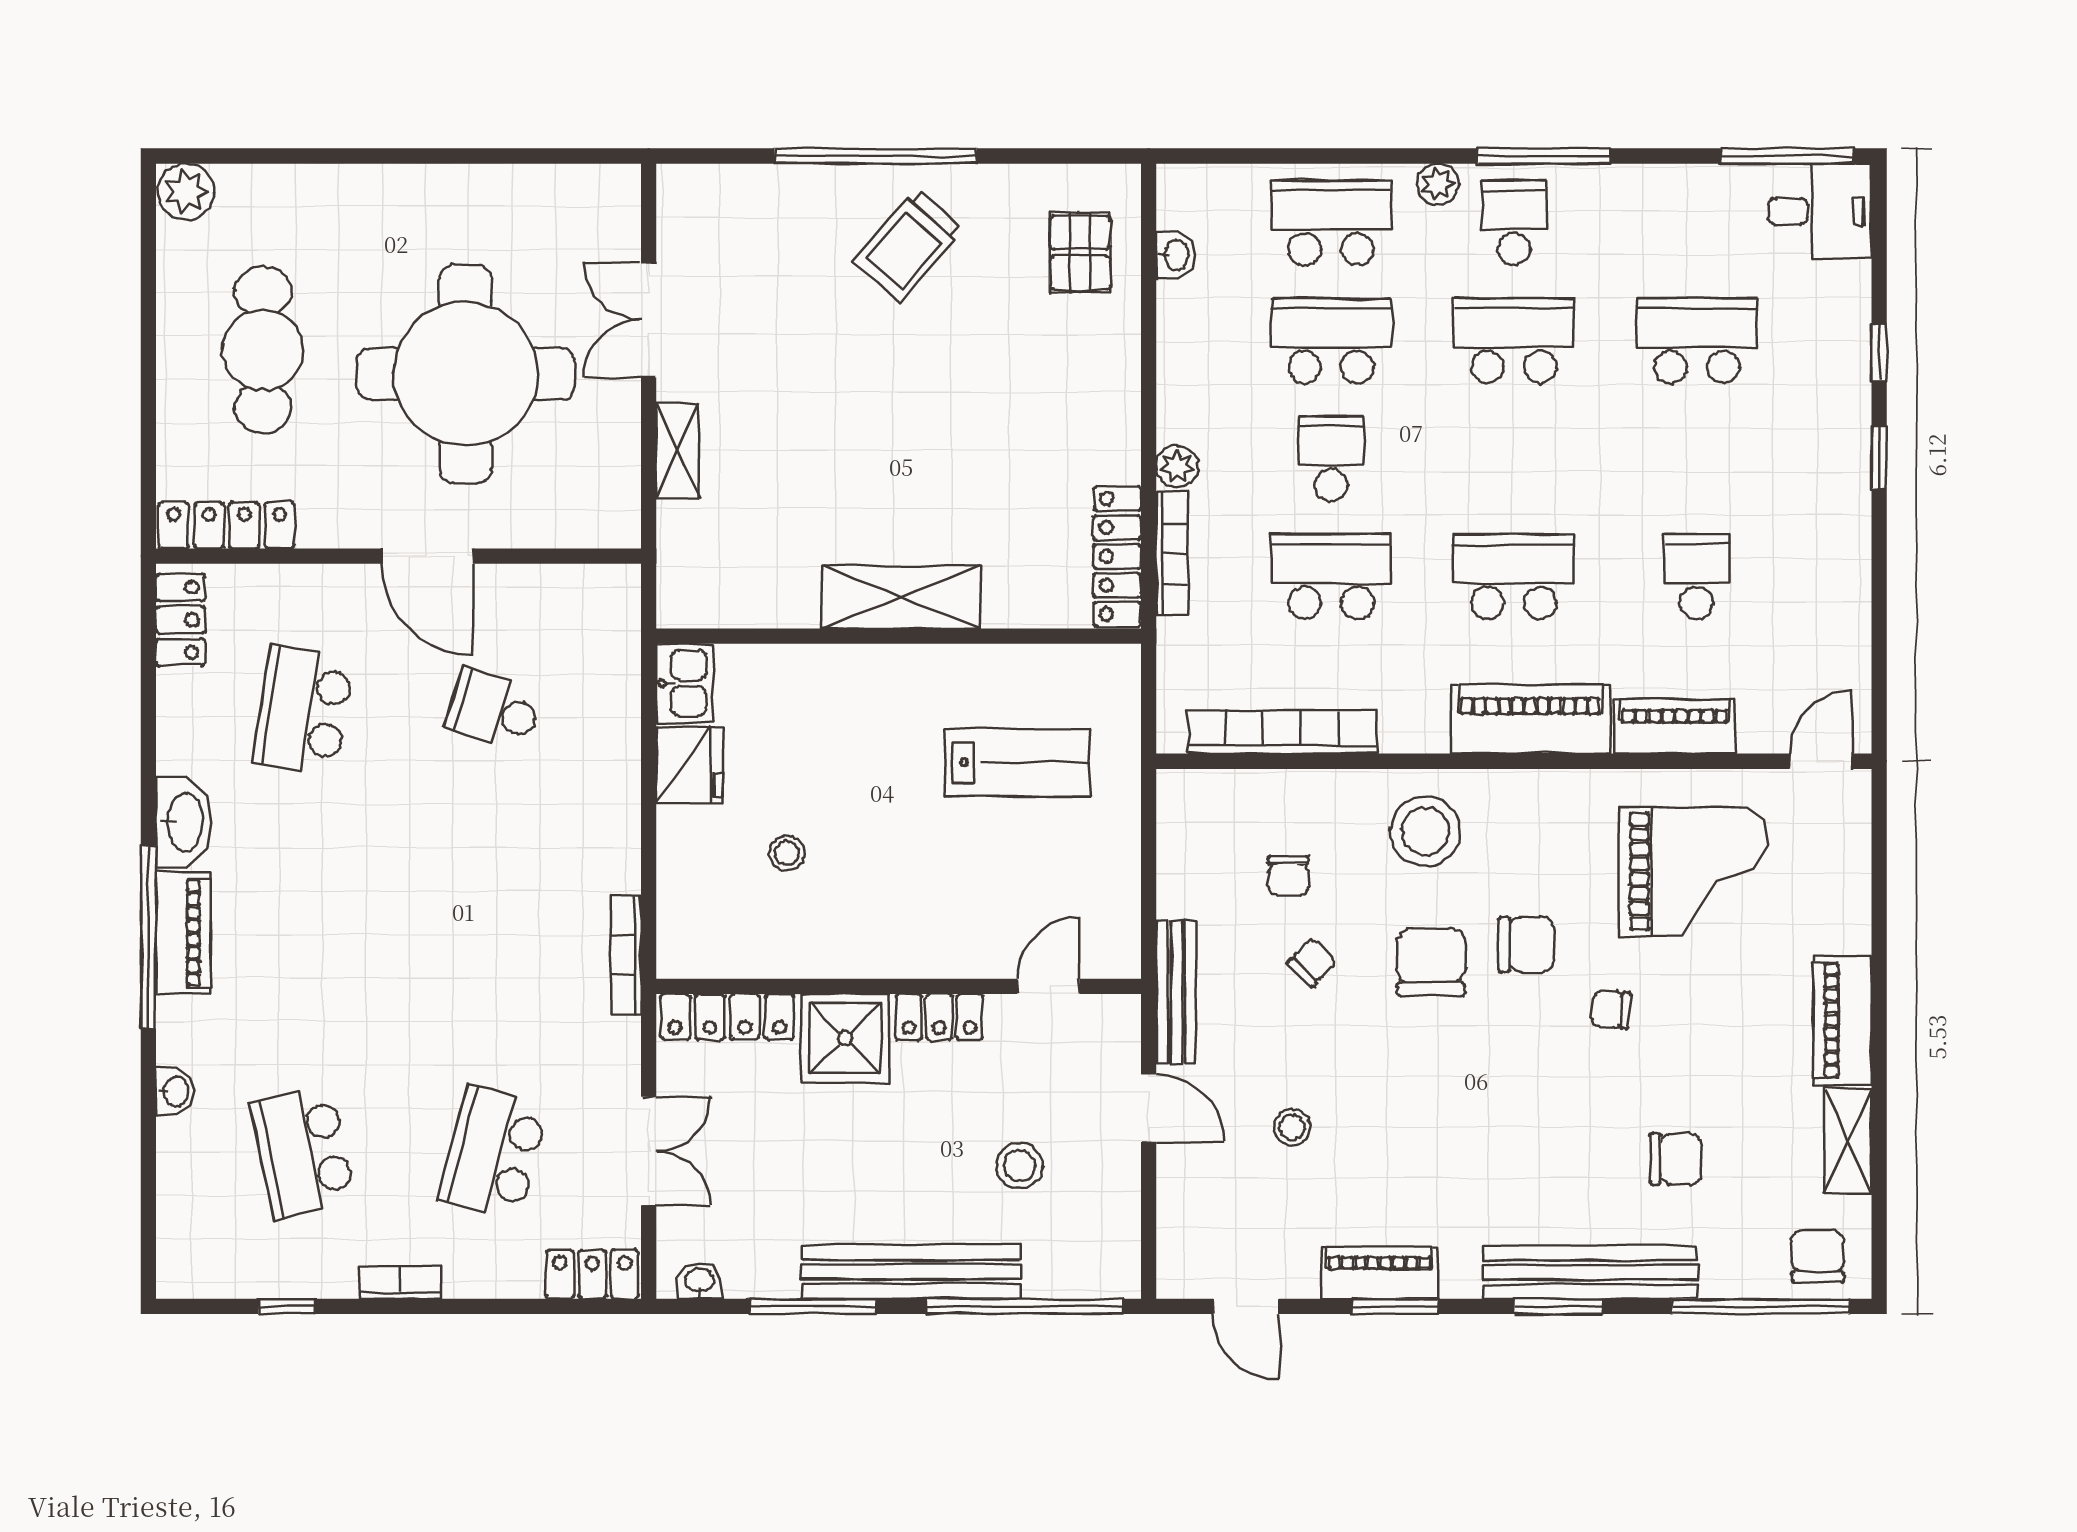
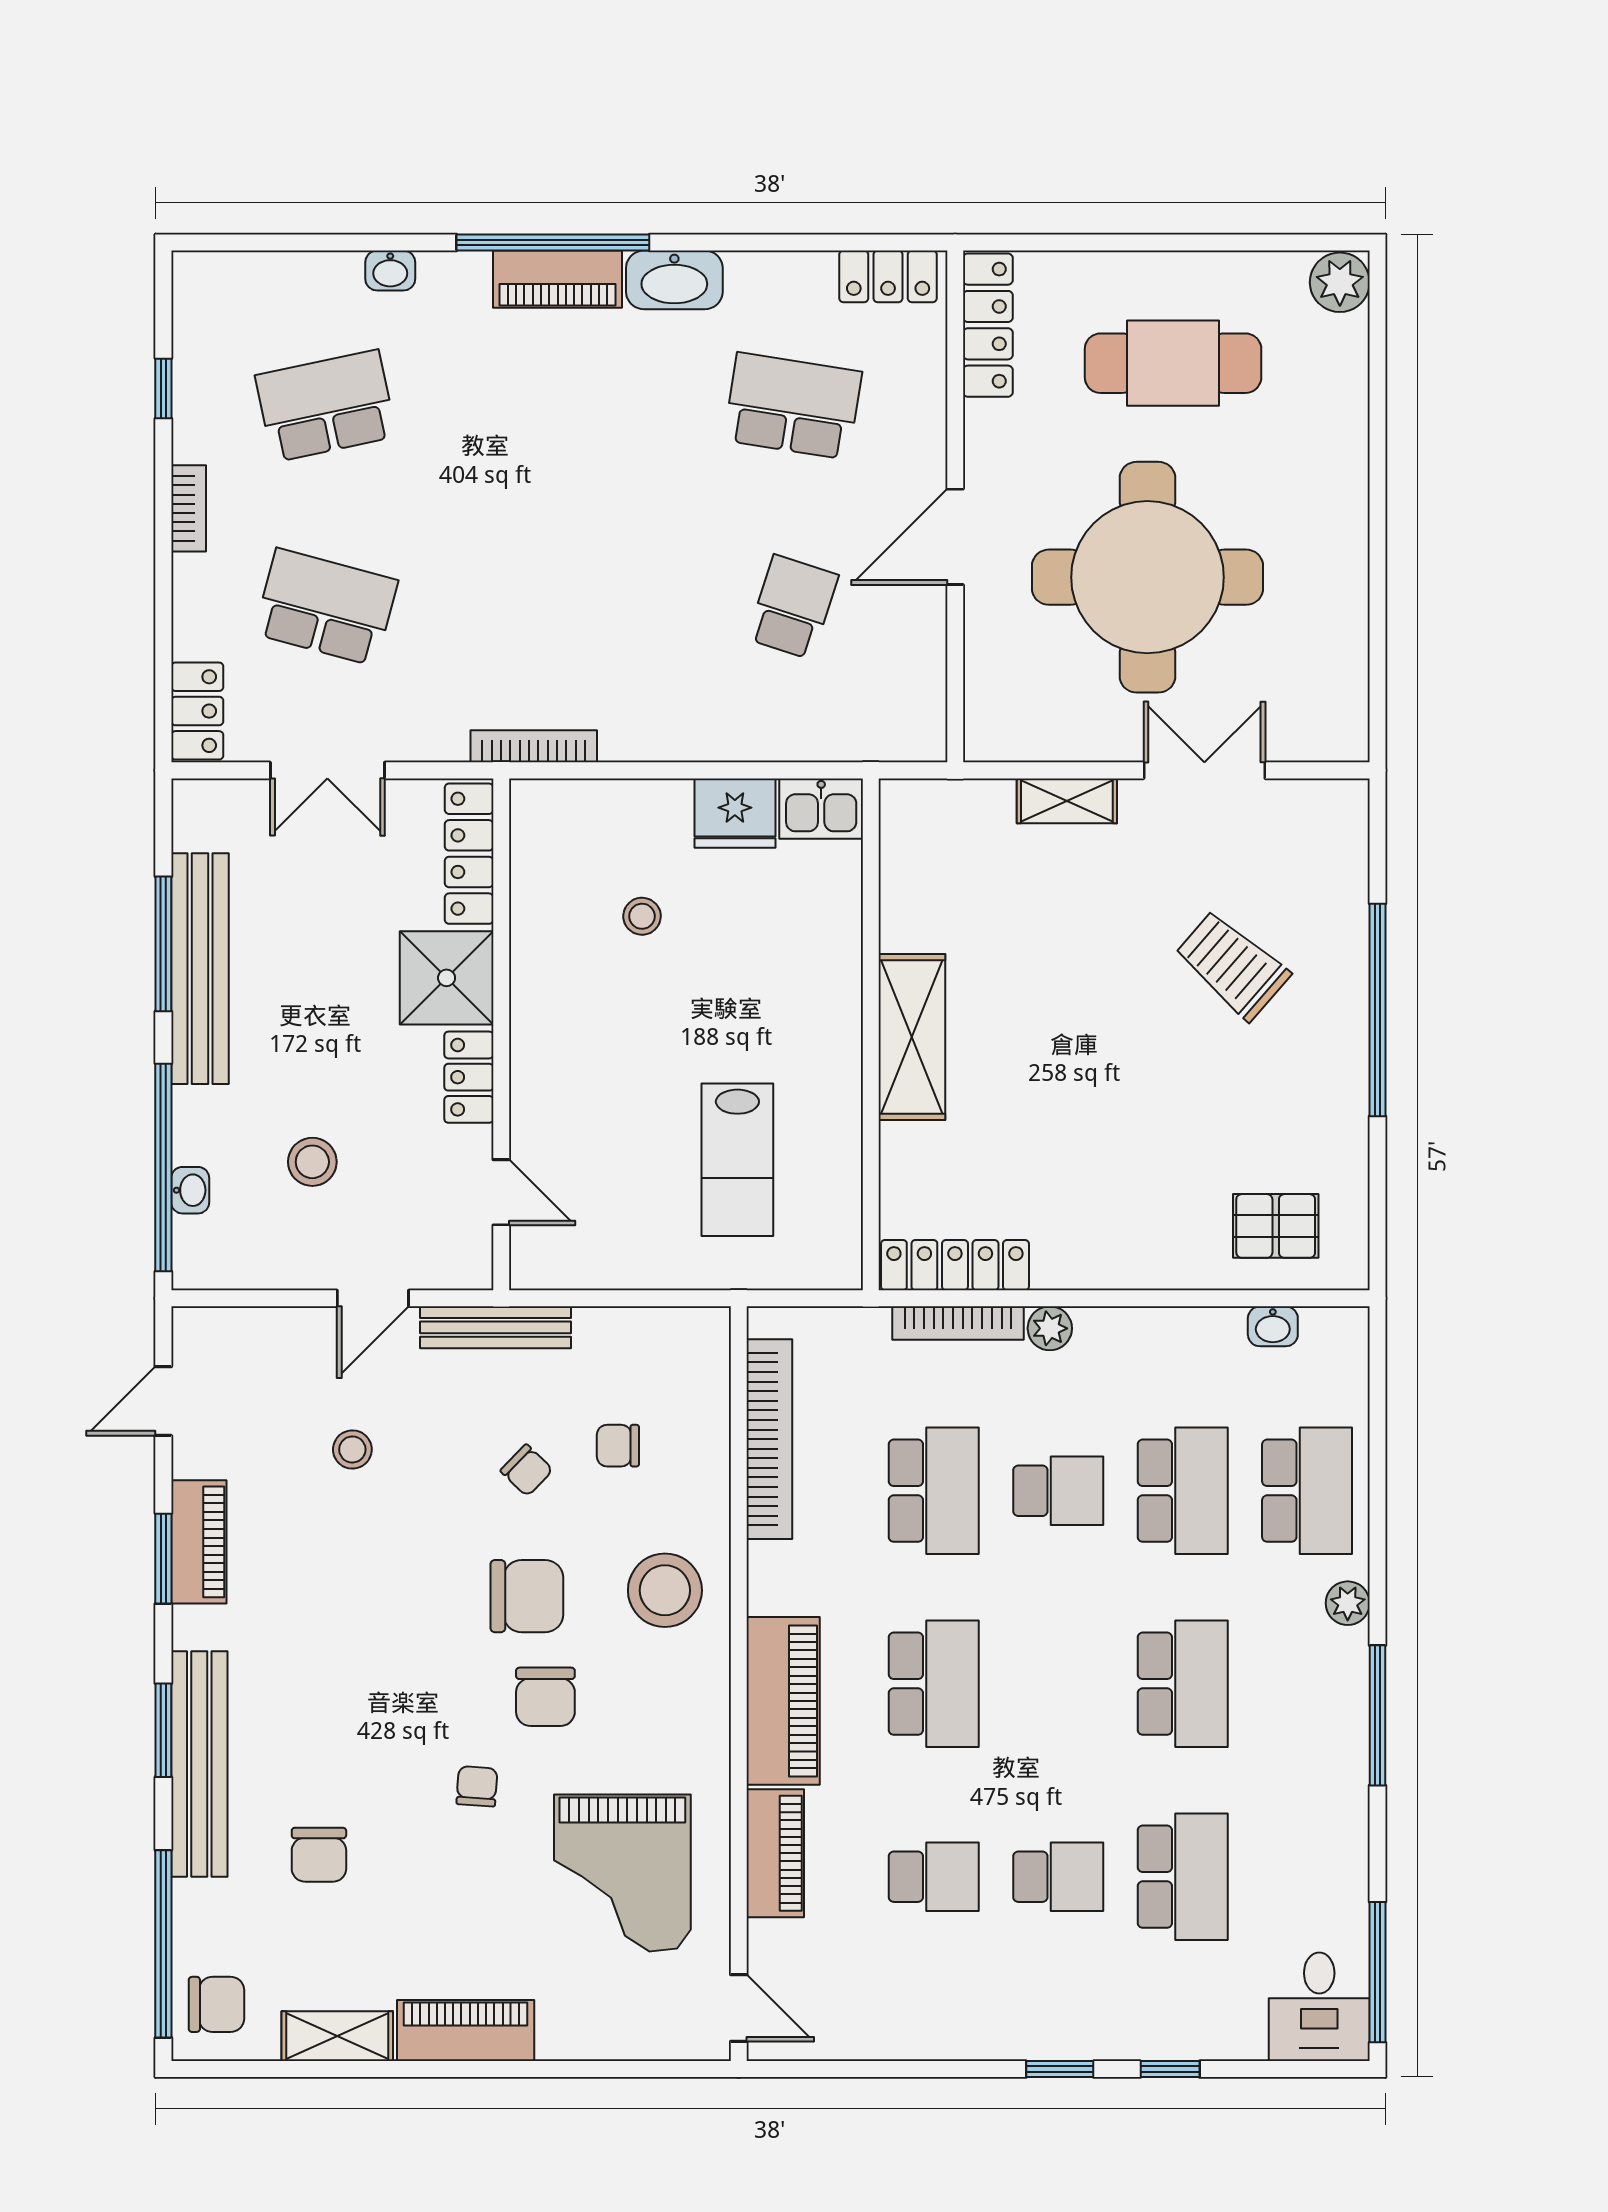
school desk: (1514, 223) -> (1058, 1877), moved
trolley: (909, 245) -> (1232, 965), moved
bench: (911, 1272) -> (200, 969), moved
washbasin: (700, 1281) -> (190, 1190), moved

